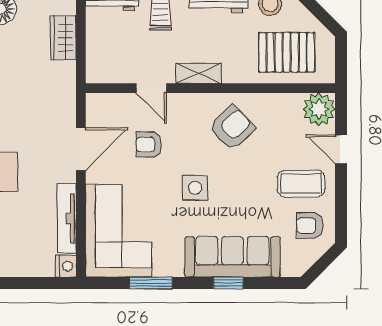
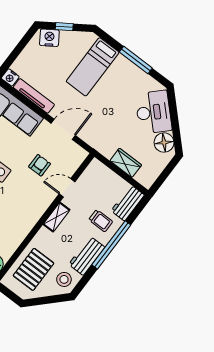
armchair: (232, 128) -> (17, 213), removed
door: (81, 149) -> (63, 129), swing flipped

